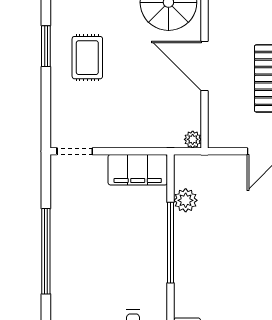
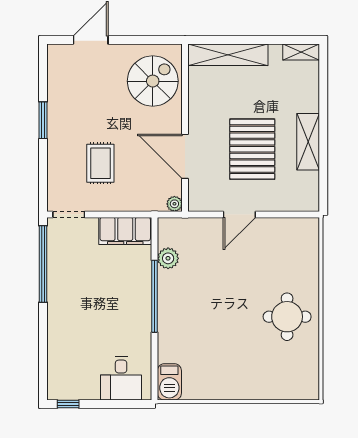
rug: (87, 58) -> (100, 163), moved
door: (205, 66) -> (185, 156), moved
window: (46, 251) -> (43, 264), moved

